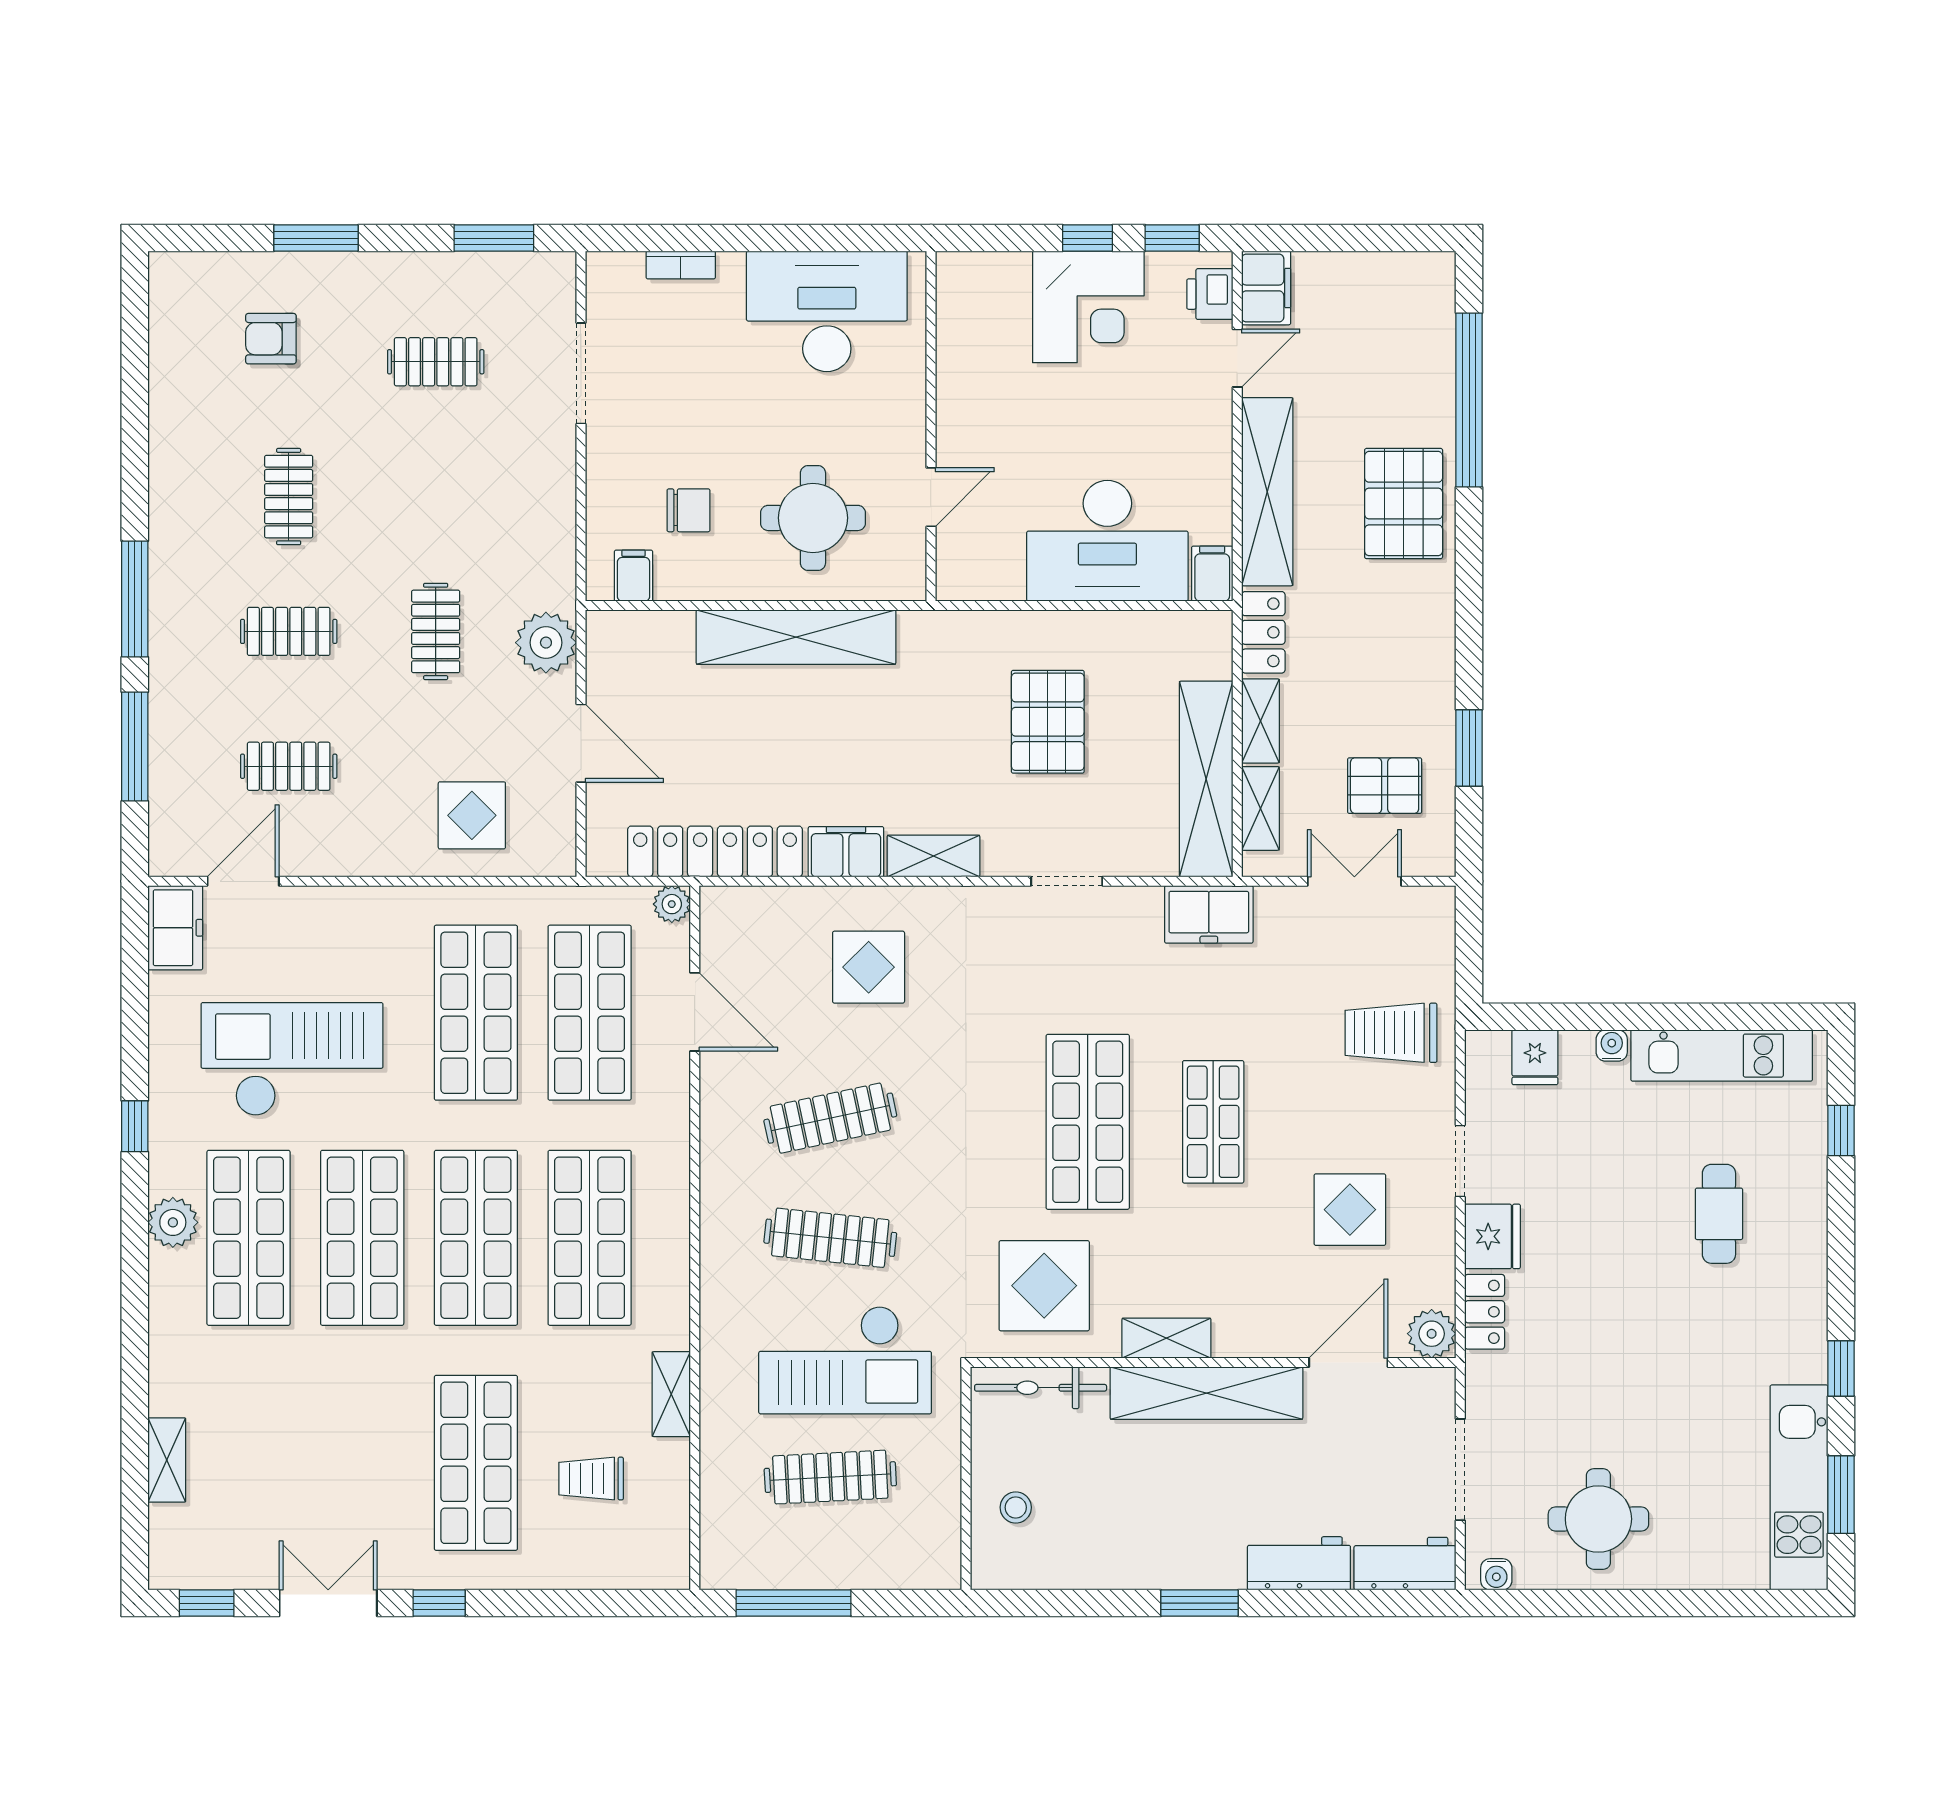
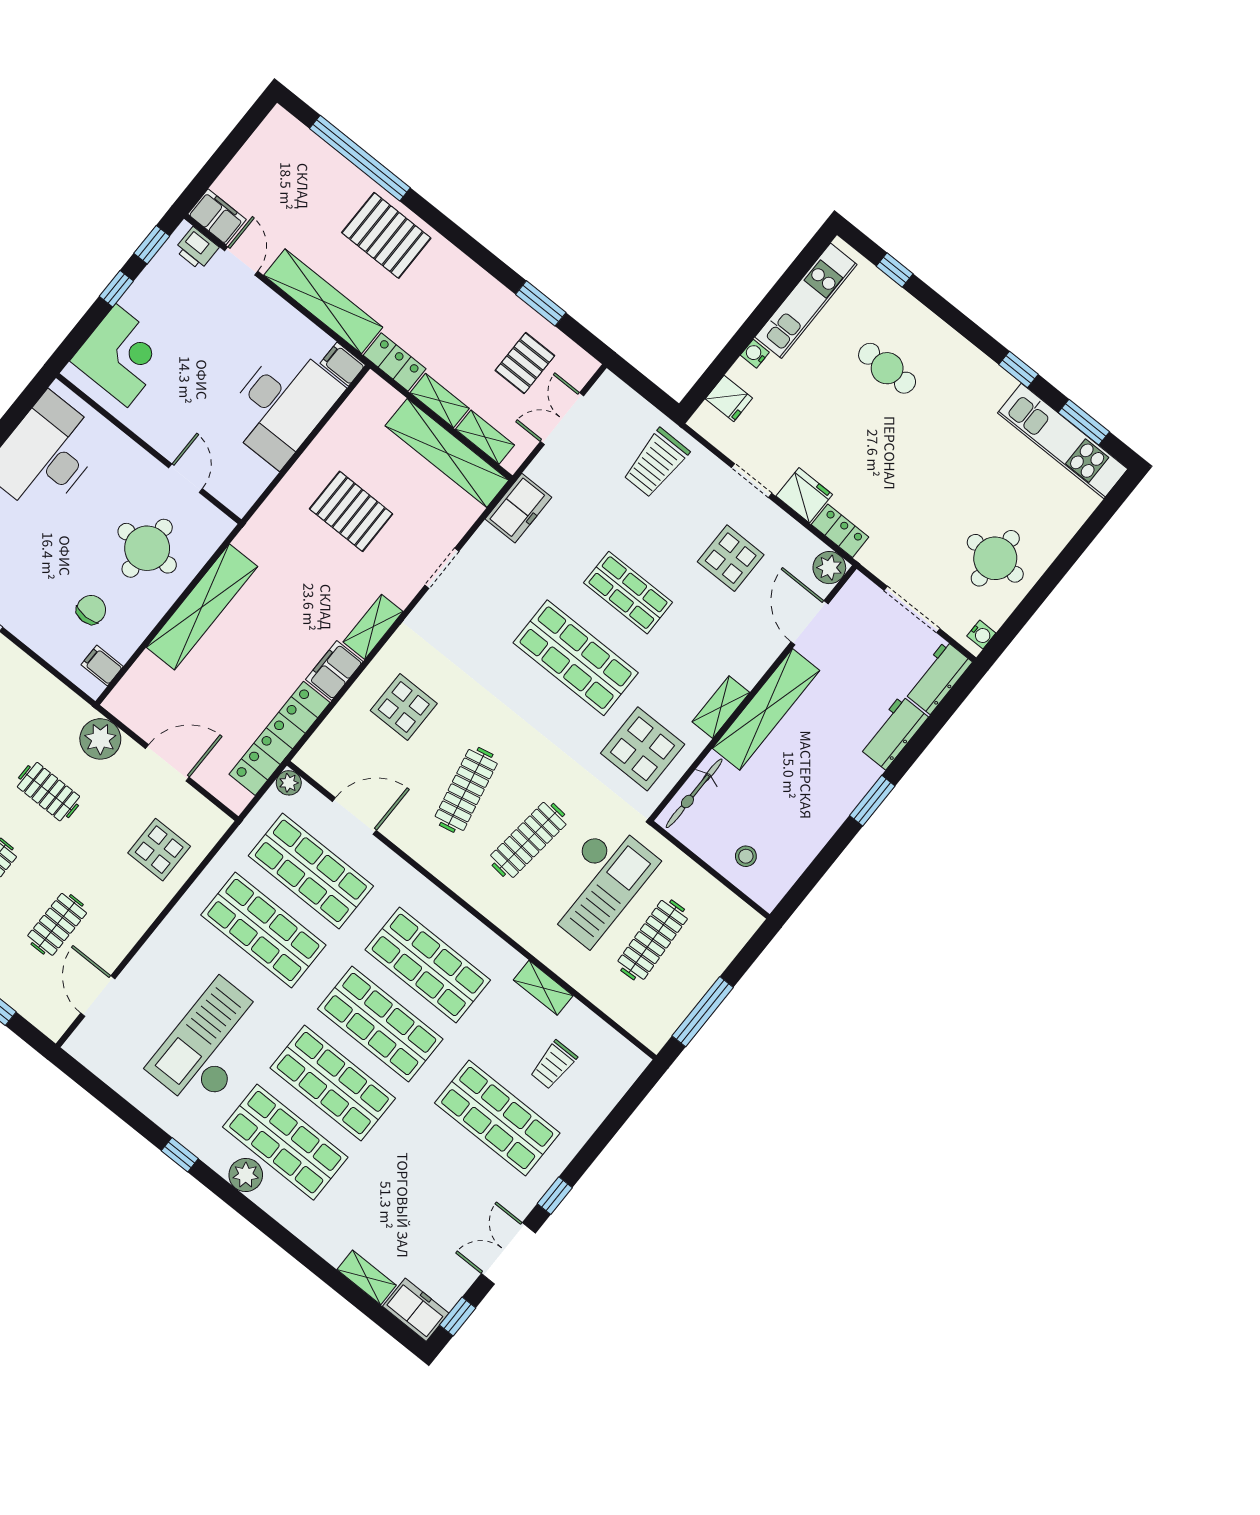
corner desk: (1088, 307) -> (122, 356), moved
freezer: (175, 928) -> (416, 1310), moved

